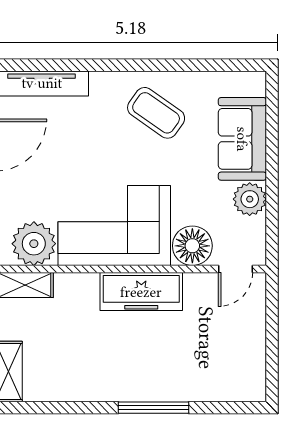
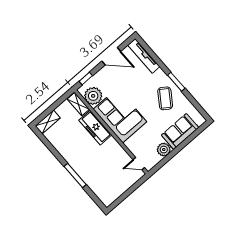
window: (143, 65) -> (176, 82), added
floor lamp: (192, 246) -> (134, 144), removed
freezer: (141, 292) -> (95, 128), moved

